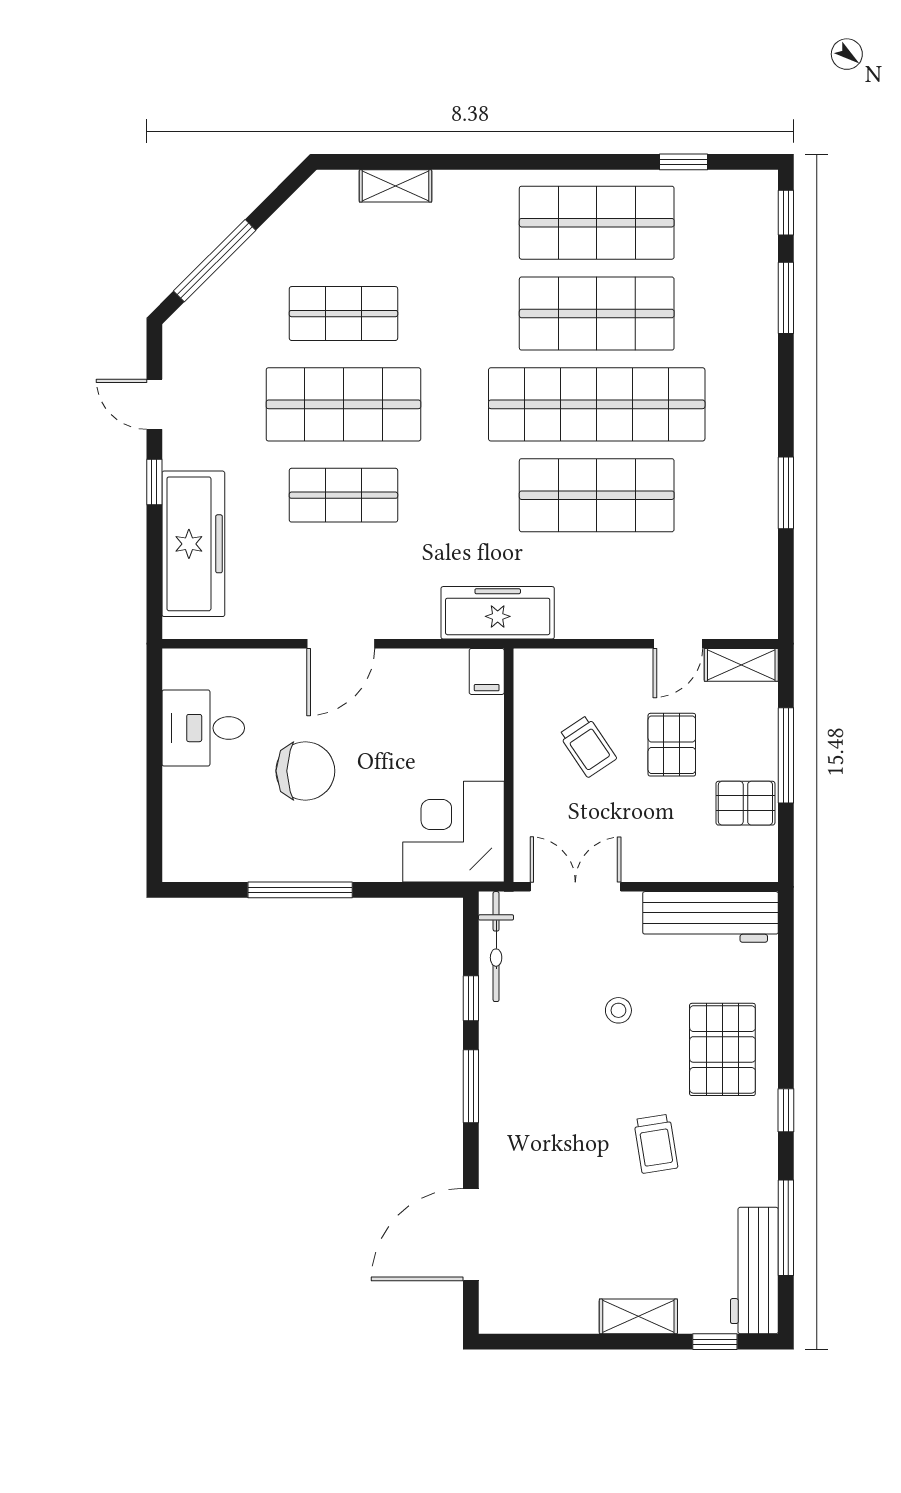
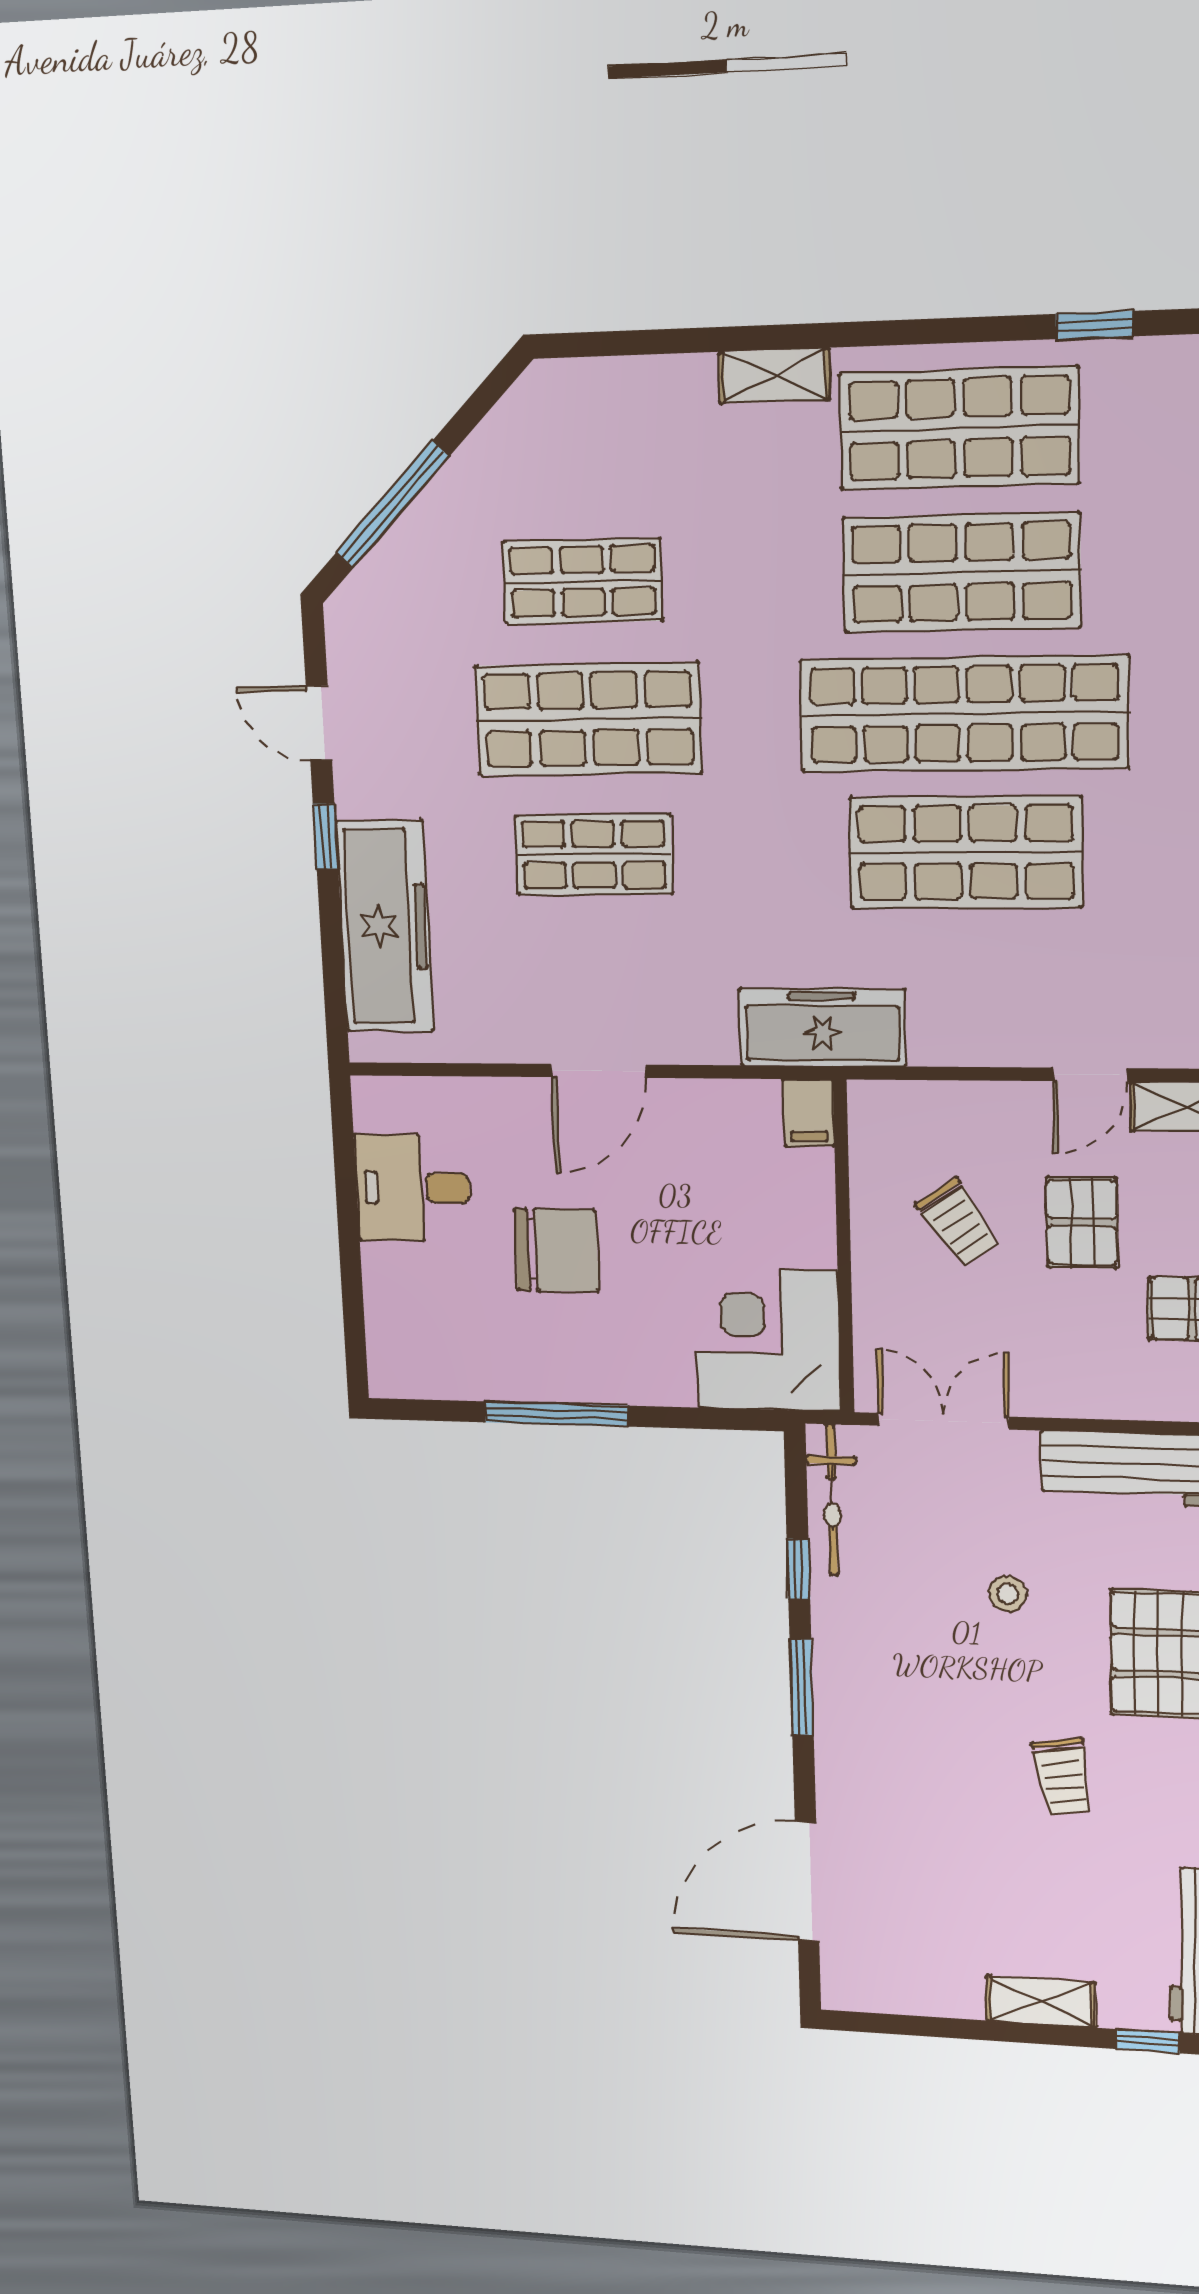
shelving: (396, 186) -> (774, 376), moved

